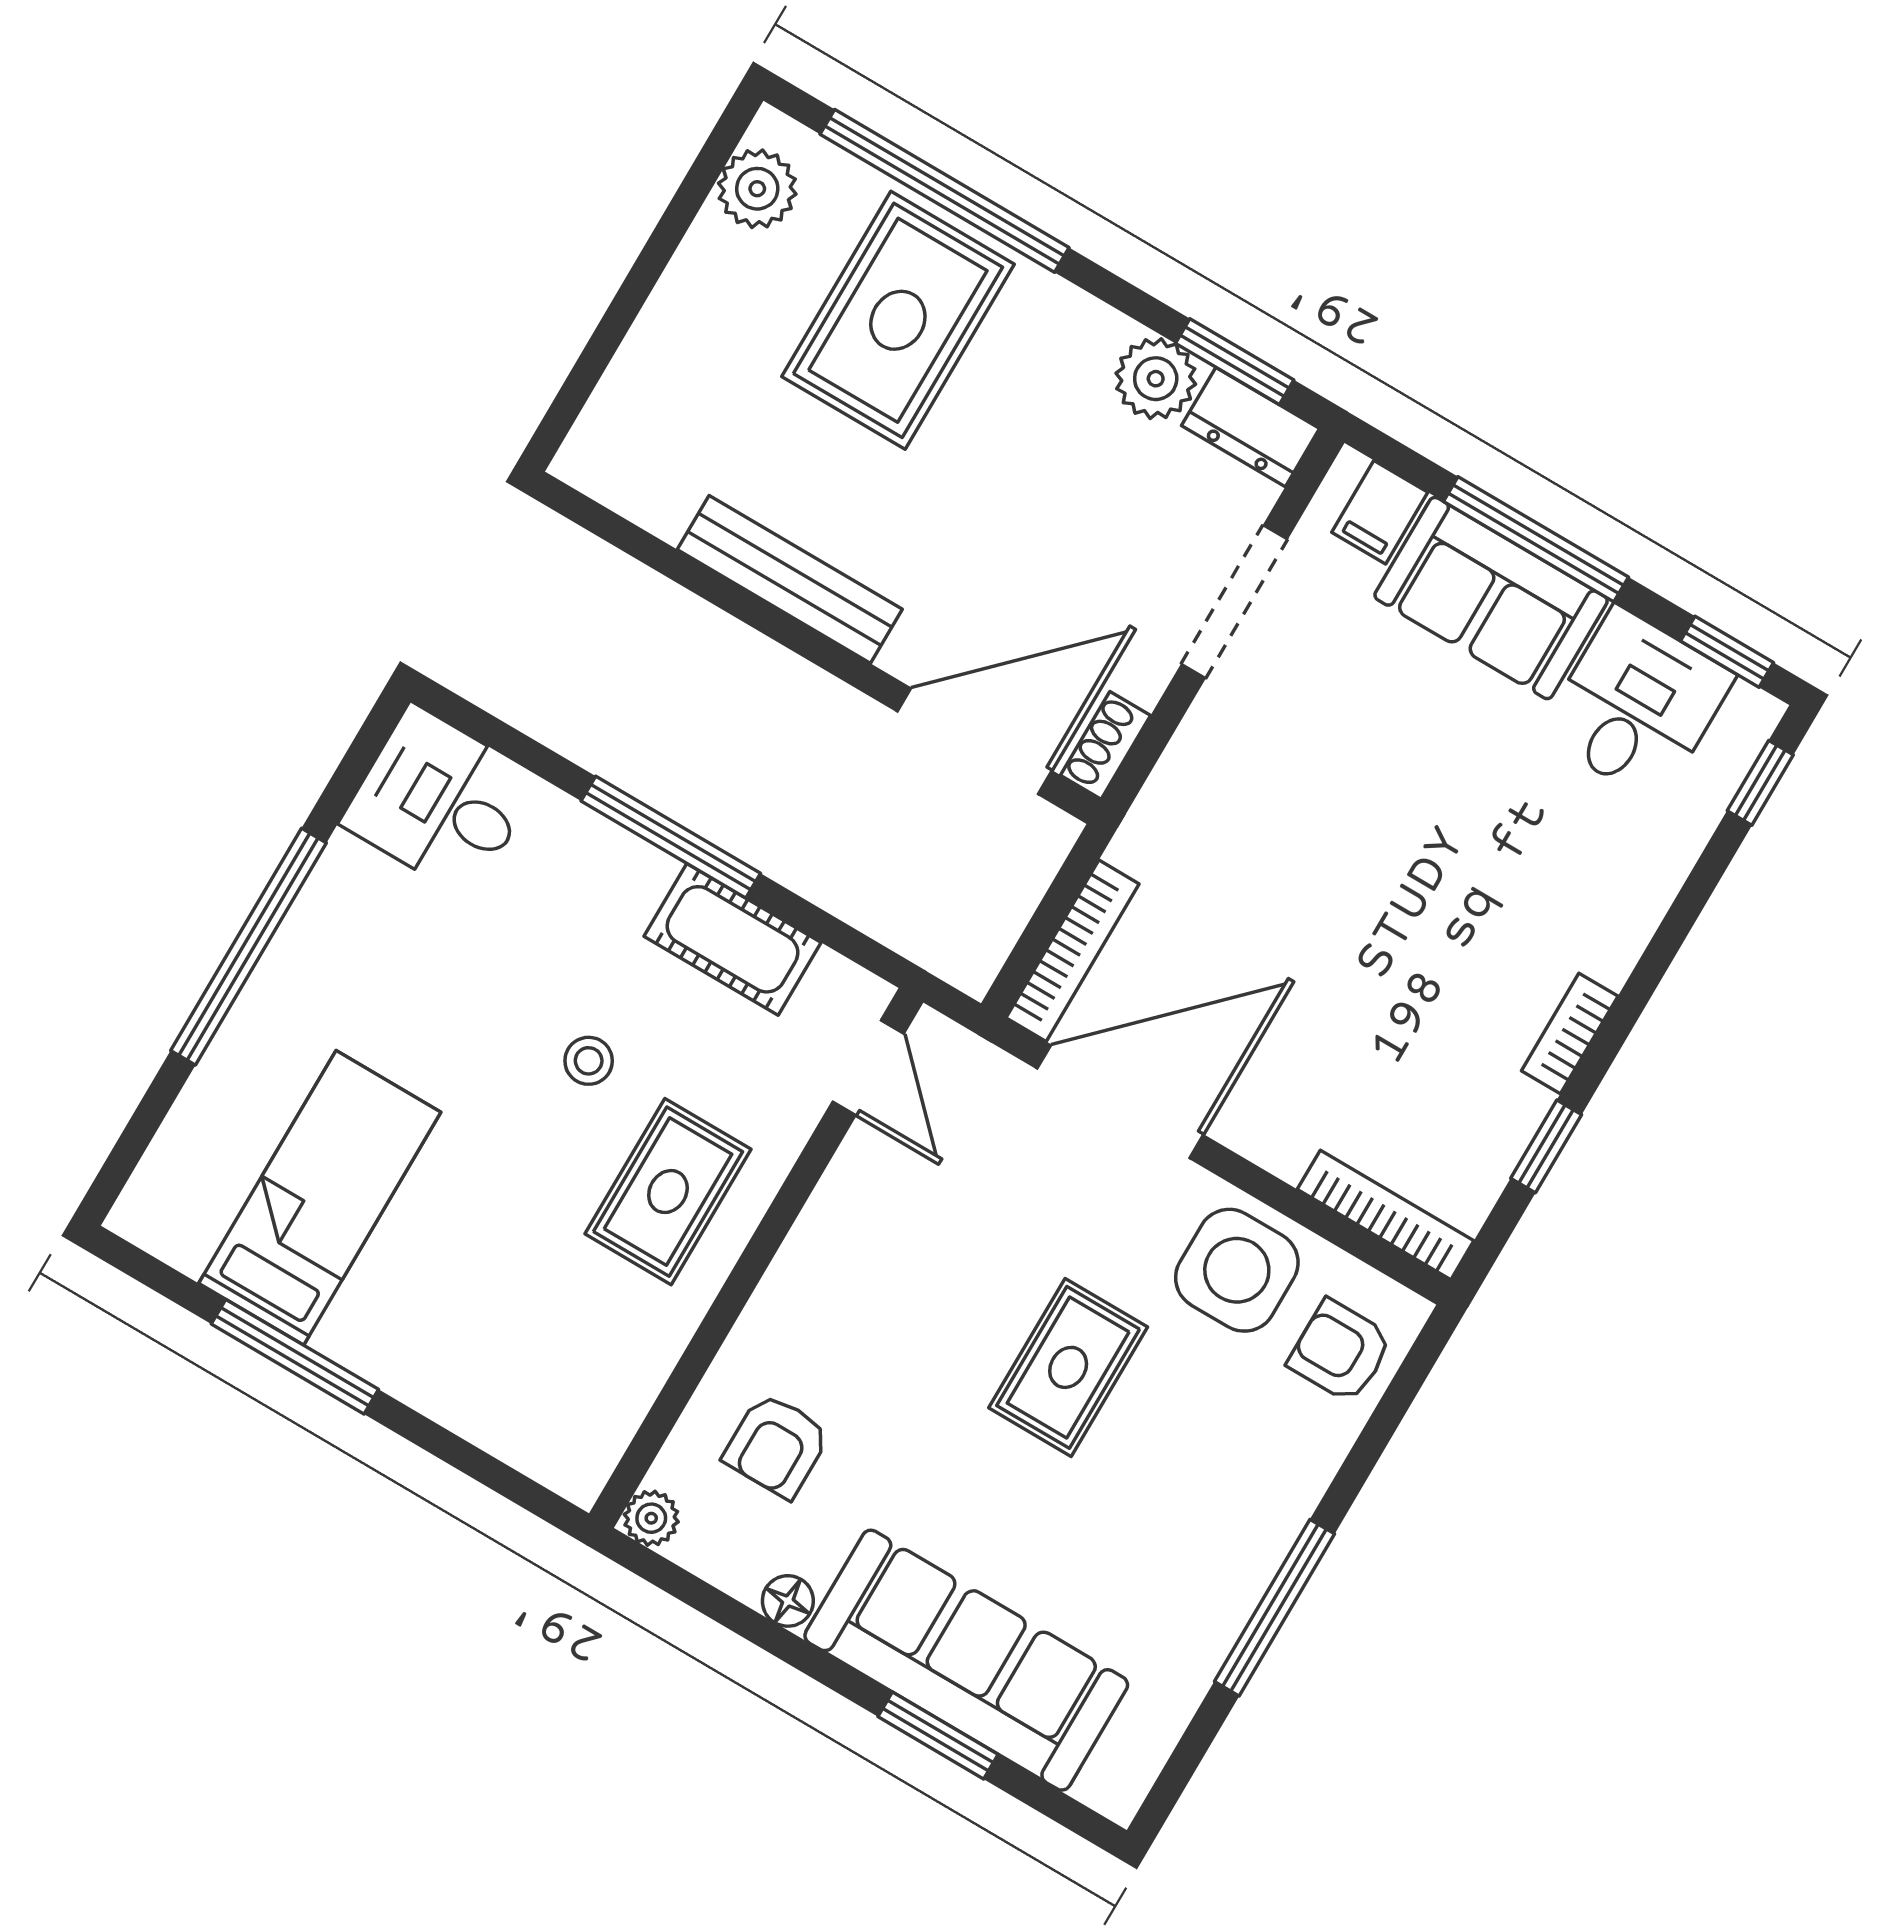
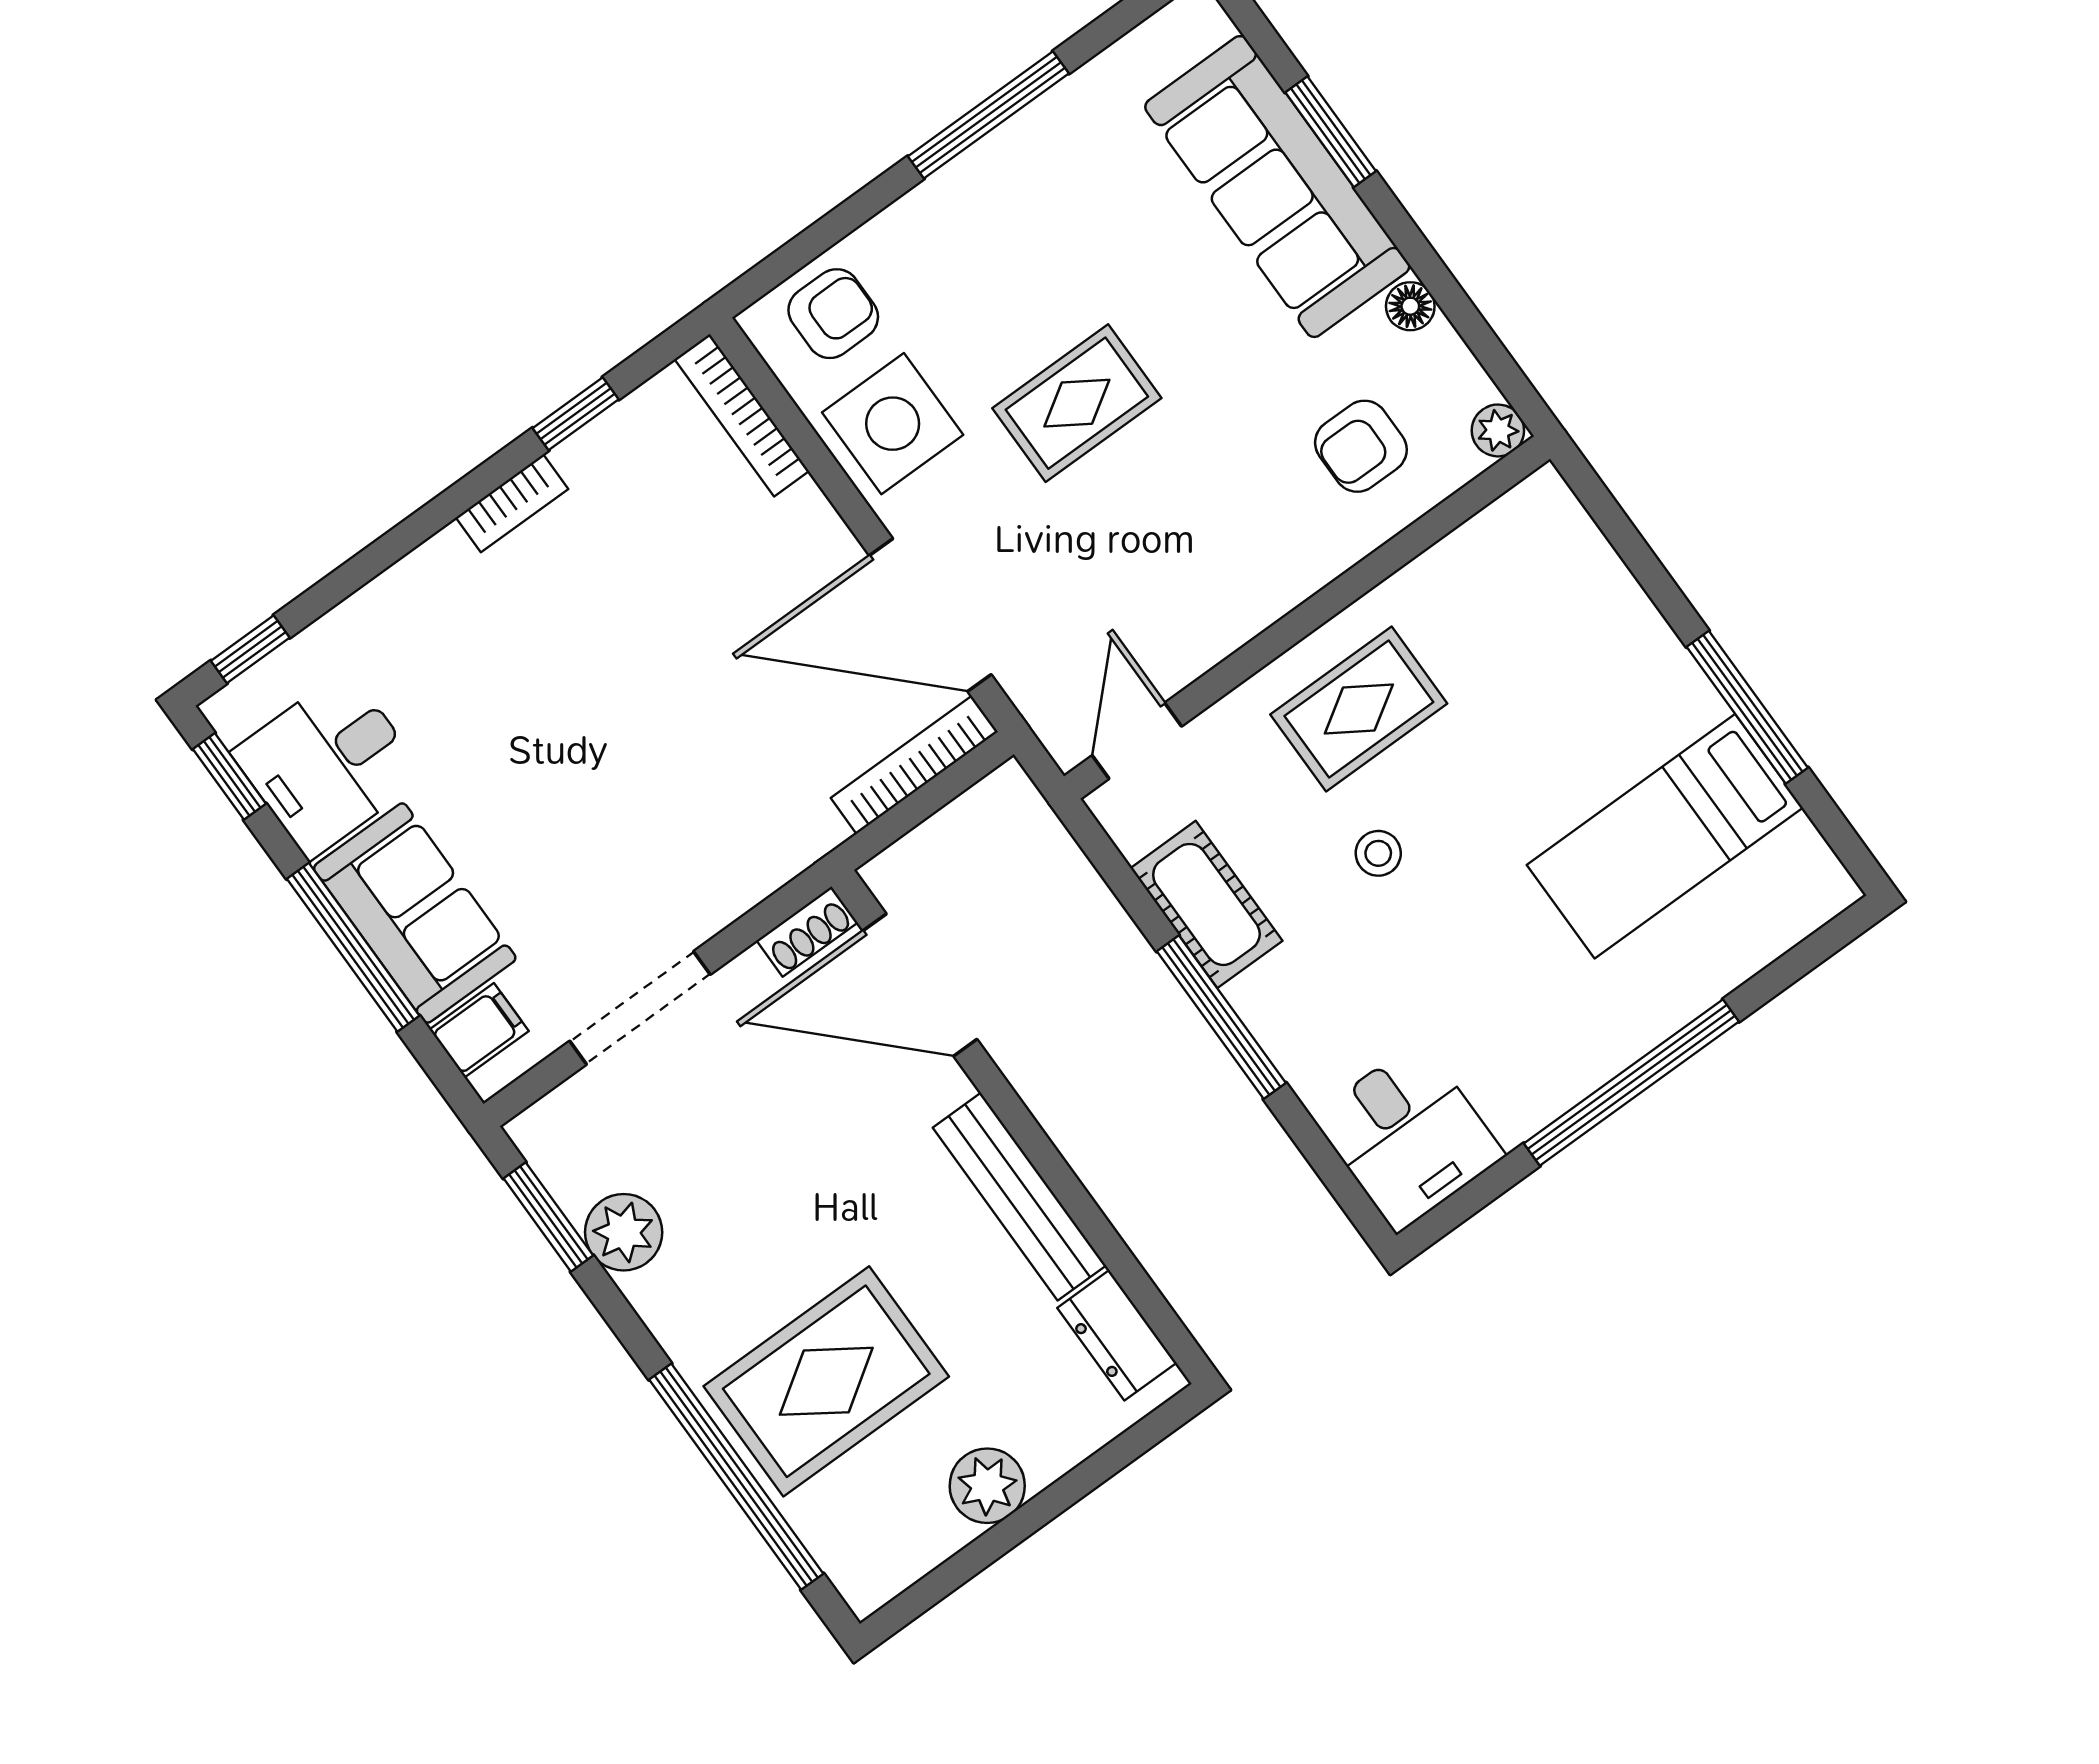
plant: (757, 189) -> (987, 1486), moved
dresser: (1251, 427) -> (1117, 1335), moved, turned 180
armchair: (1340, 1351) -> (833, 314), turned -90
armchair: (777, 1445) -> (1361, 446), turned 180

